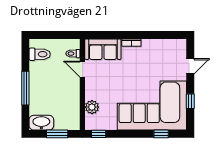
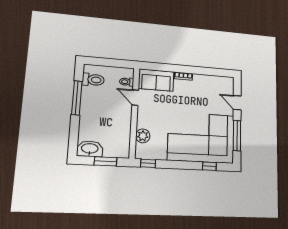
door: (190, 66) -> (237, 103), swing flipped
window: (25, 88) -> (77, 98), moved
window: (190, 101) -> (237, 136), width x2.17

